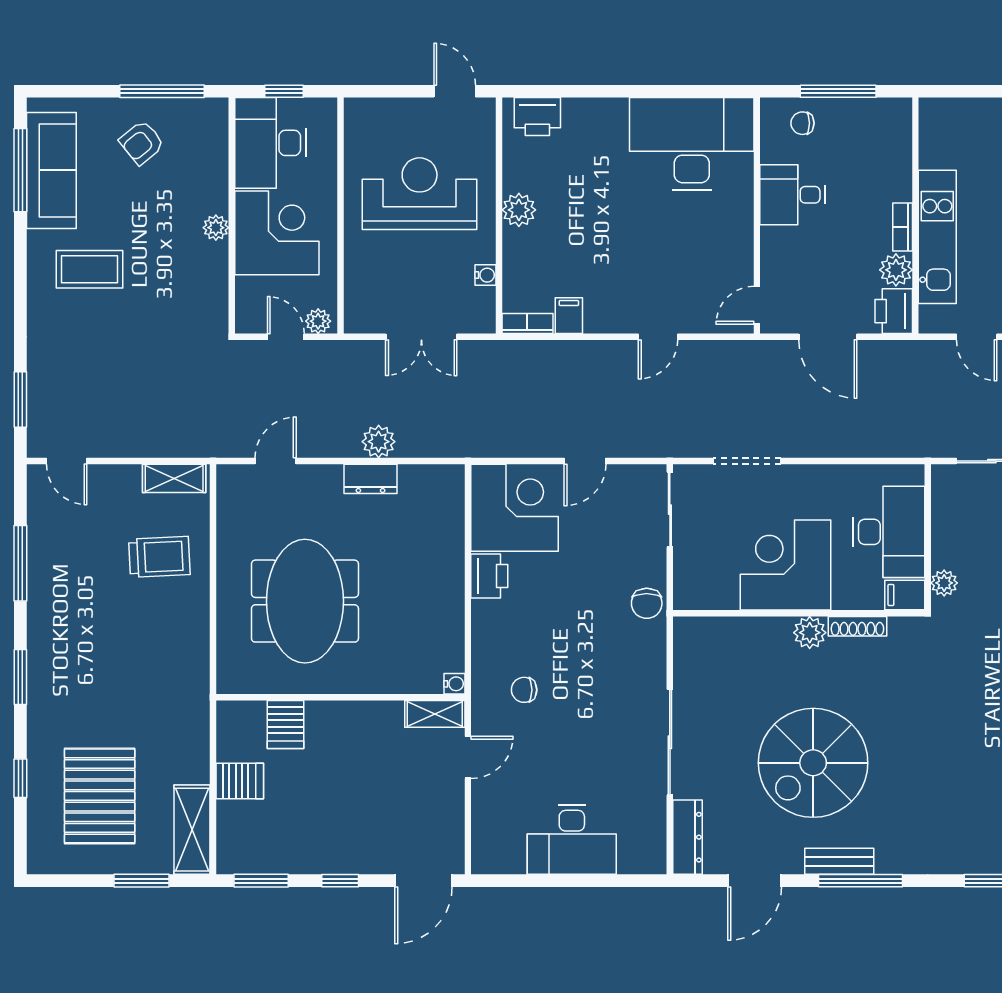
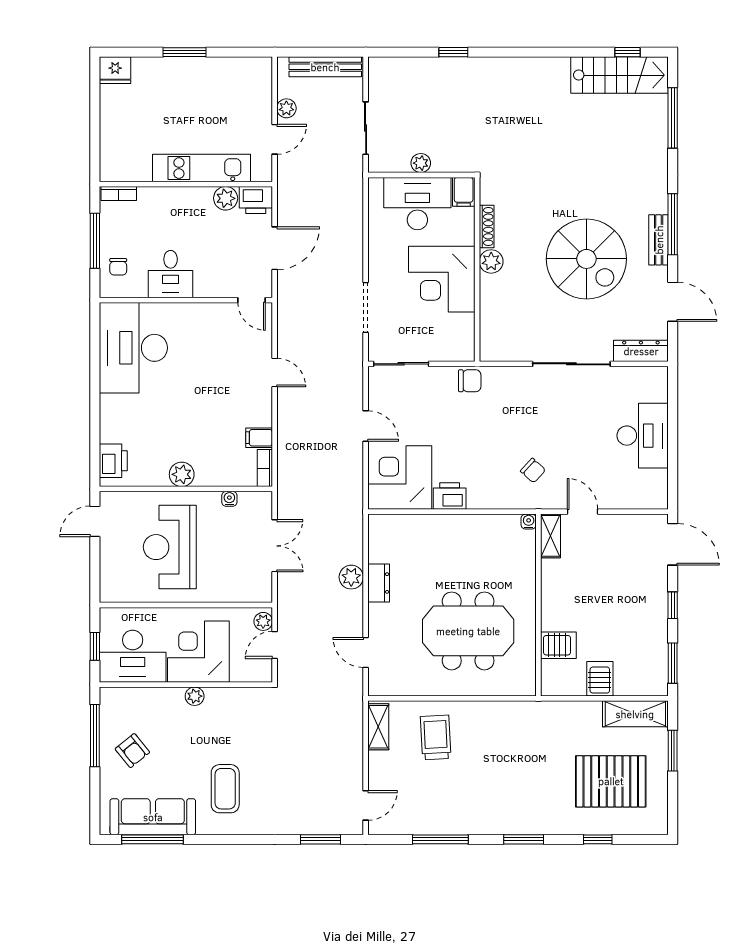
bookcase: (903, 227) -> (119, 193), moved
plant: (944, 583) -> (421, 163), moved
chair: (524, 690) -> (533, 471), turned -48

